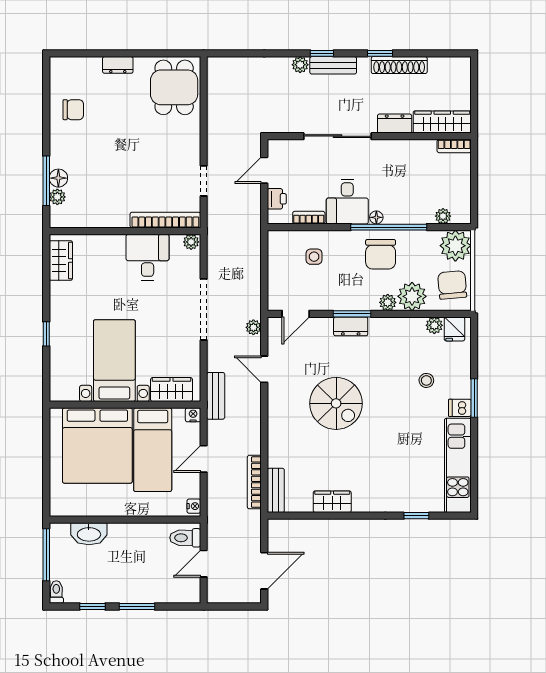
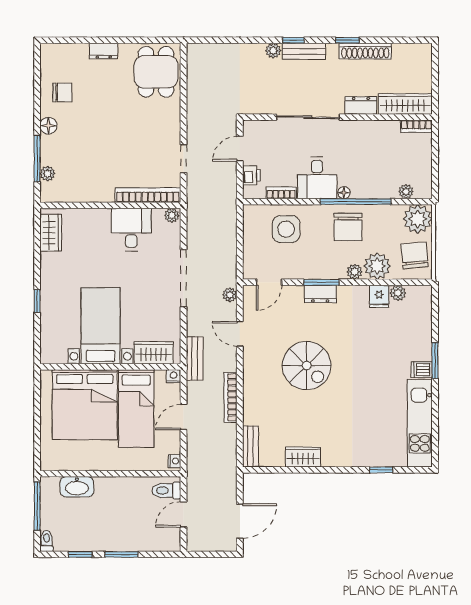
floor lamp: (58, 178) -> (48, 126), moved
side table: (314, 257) -> (286, 229), width x1.87, depth x1.87
fridge: (454, 329) -> (379, 296), moved
stool: (426, 380) -> (391, 344), removed
bookcase: (254, 482) -> (231, 397), moved

